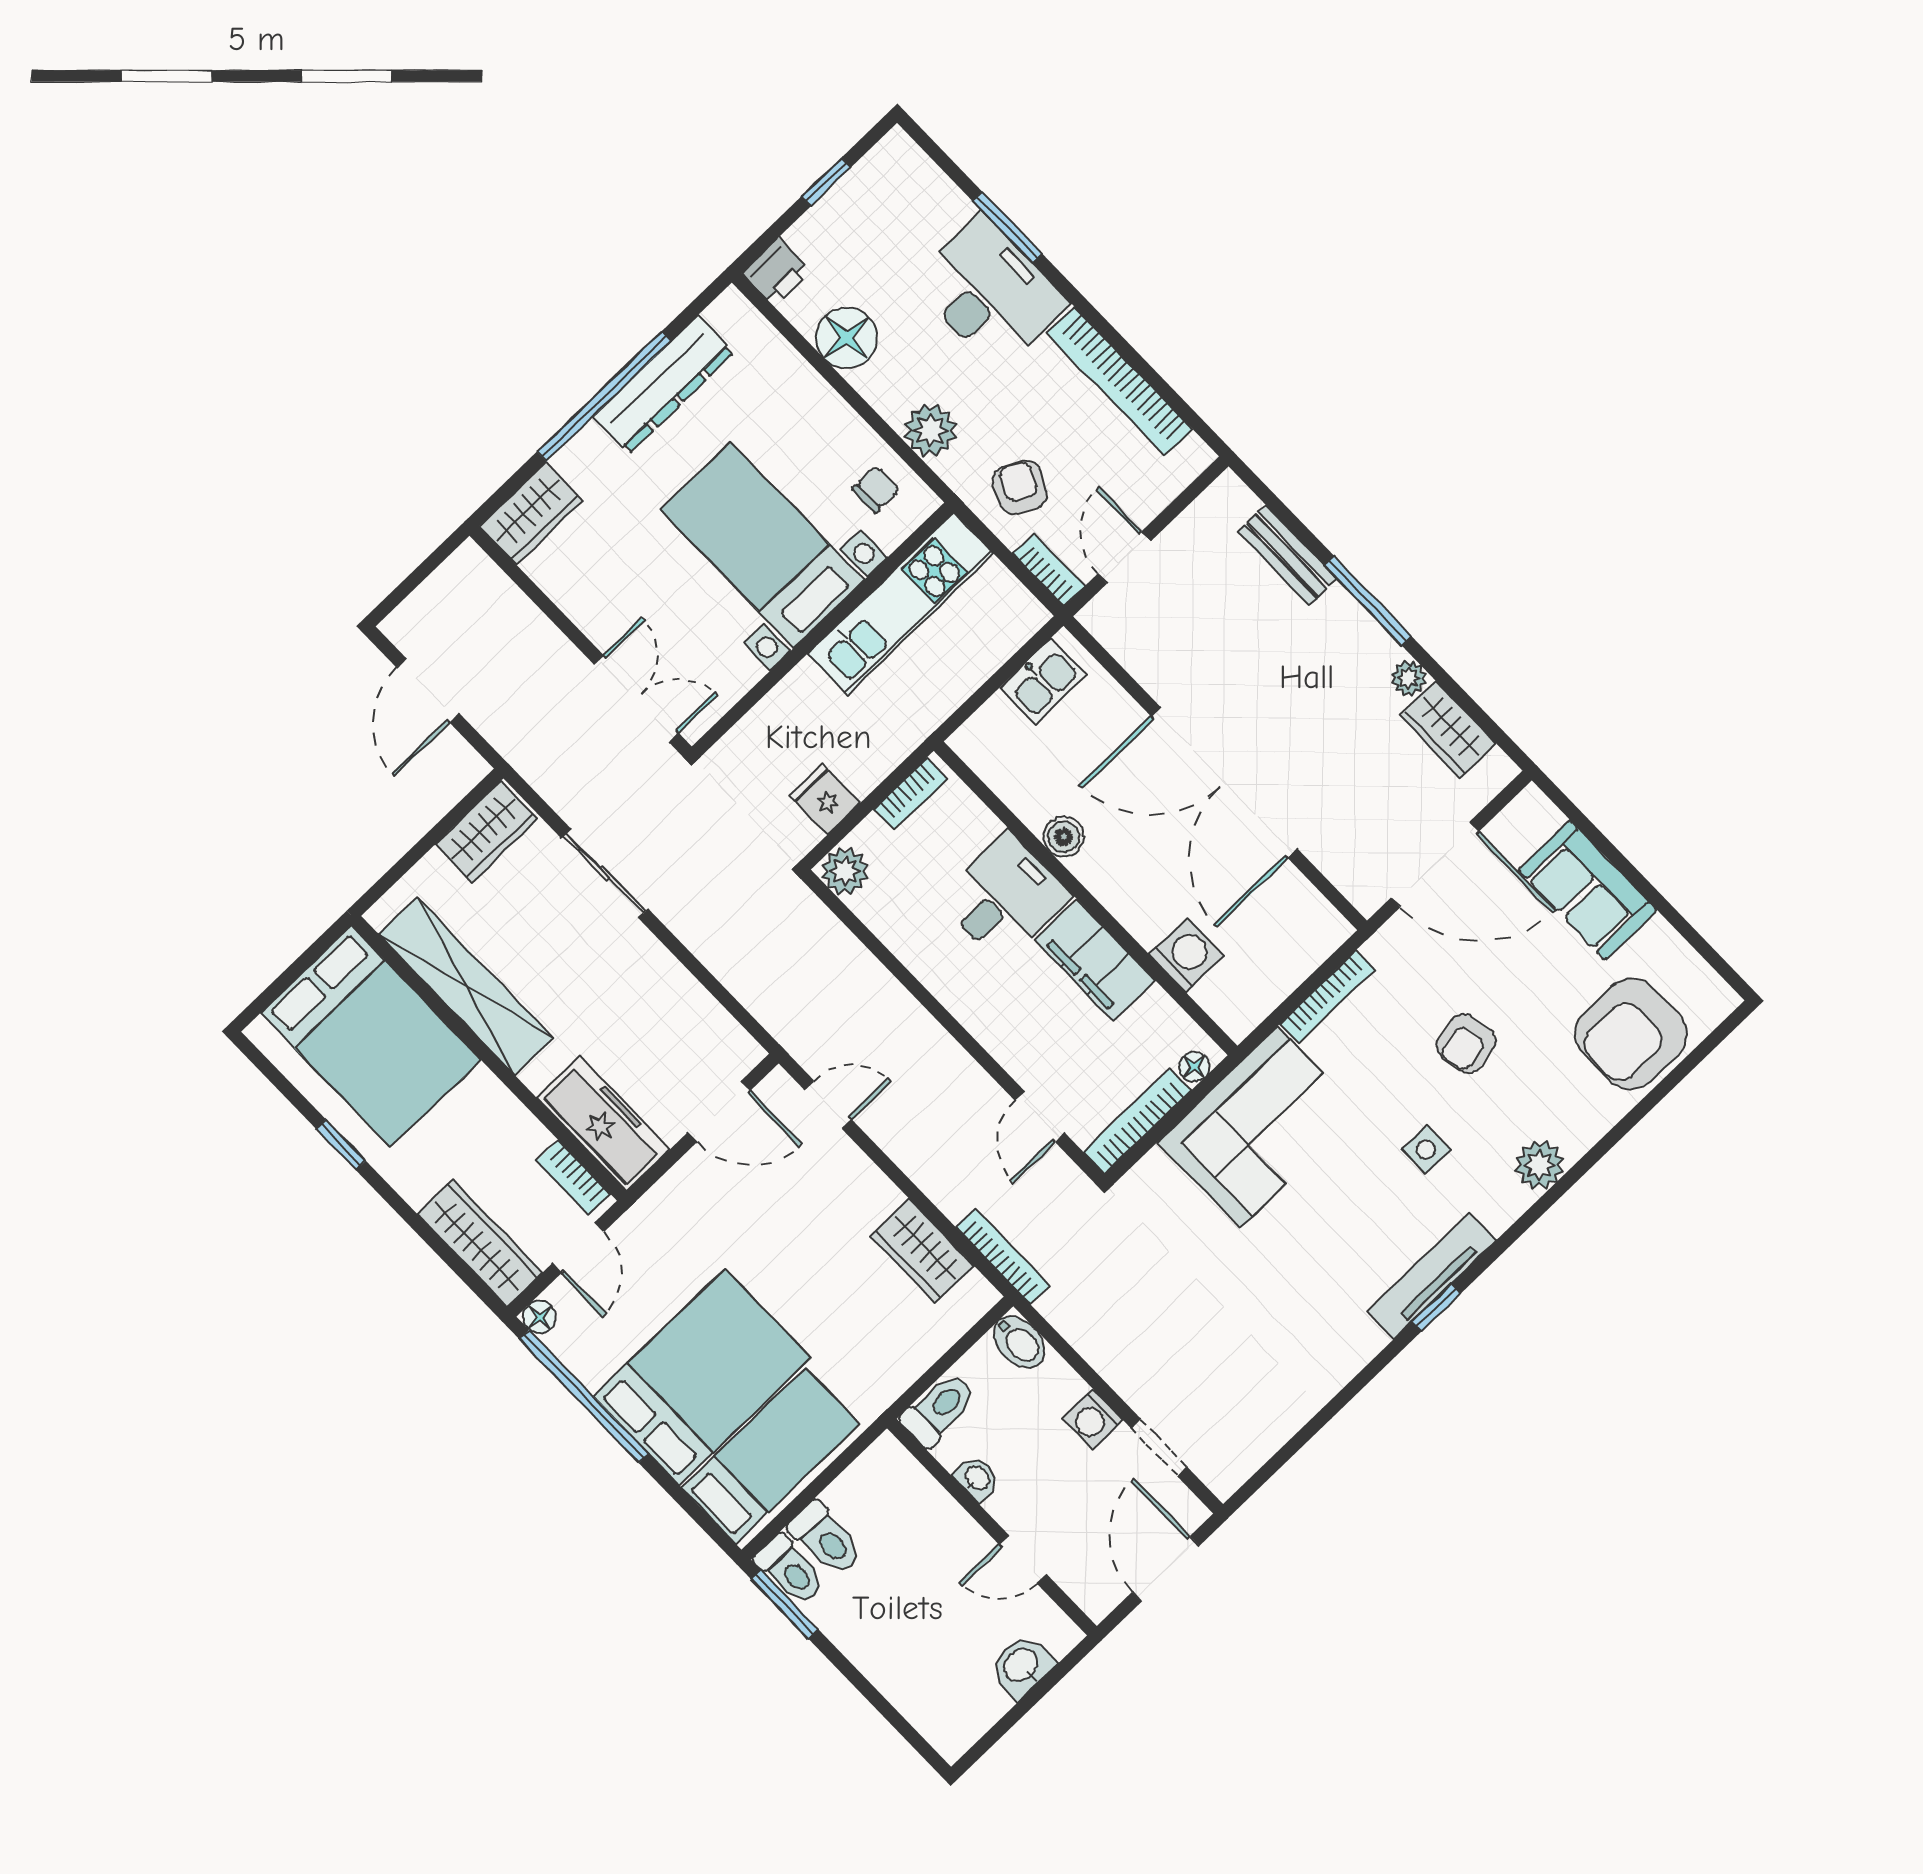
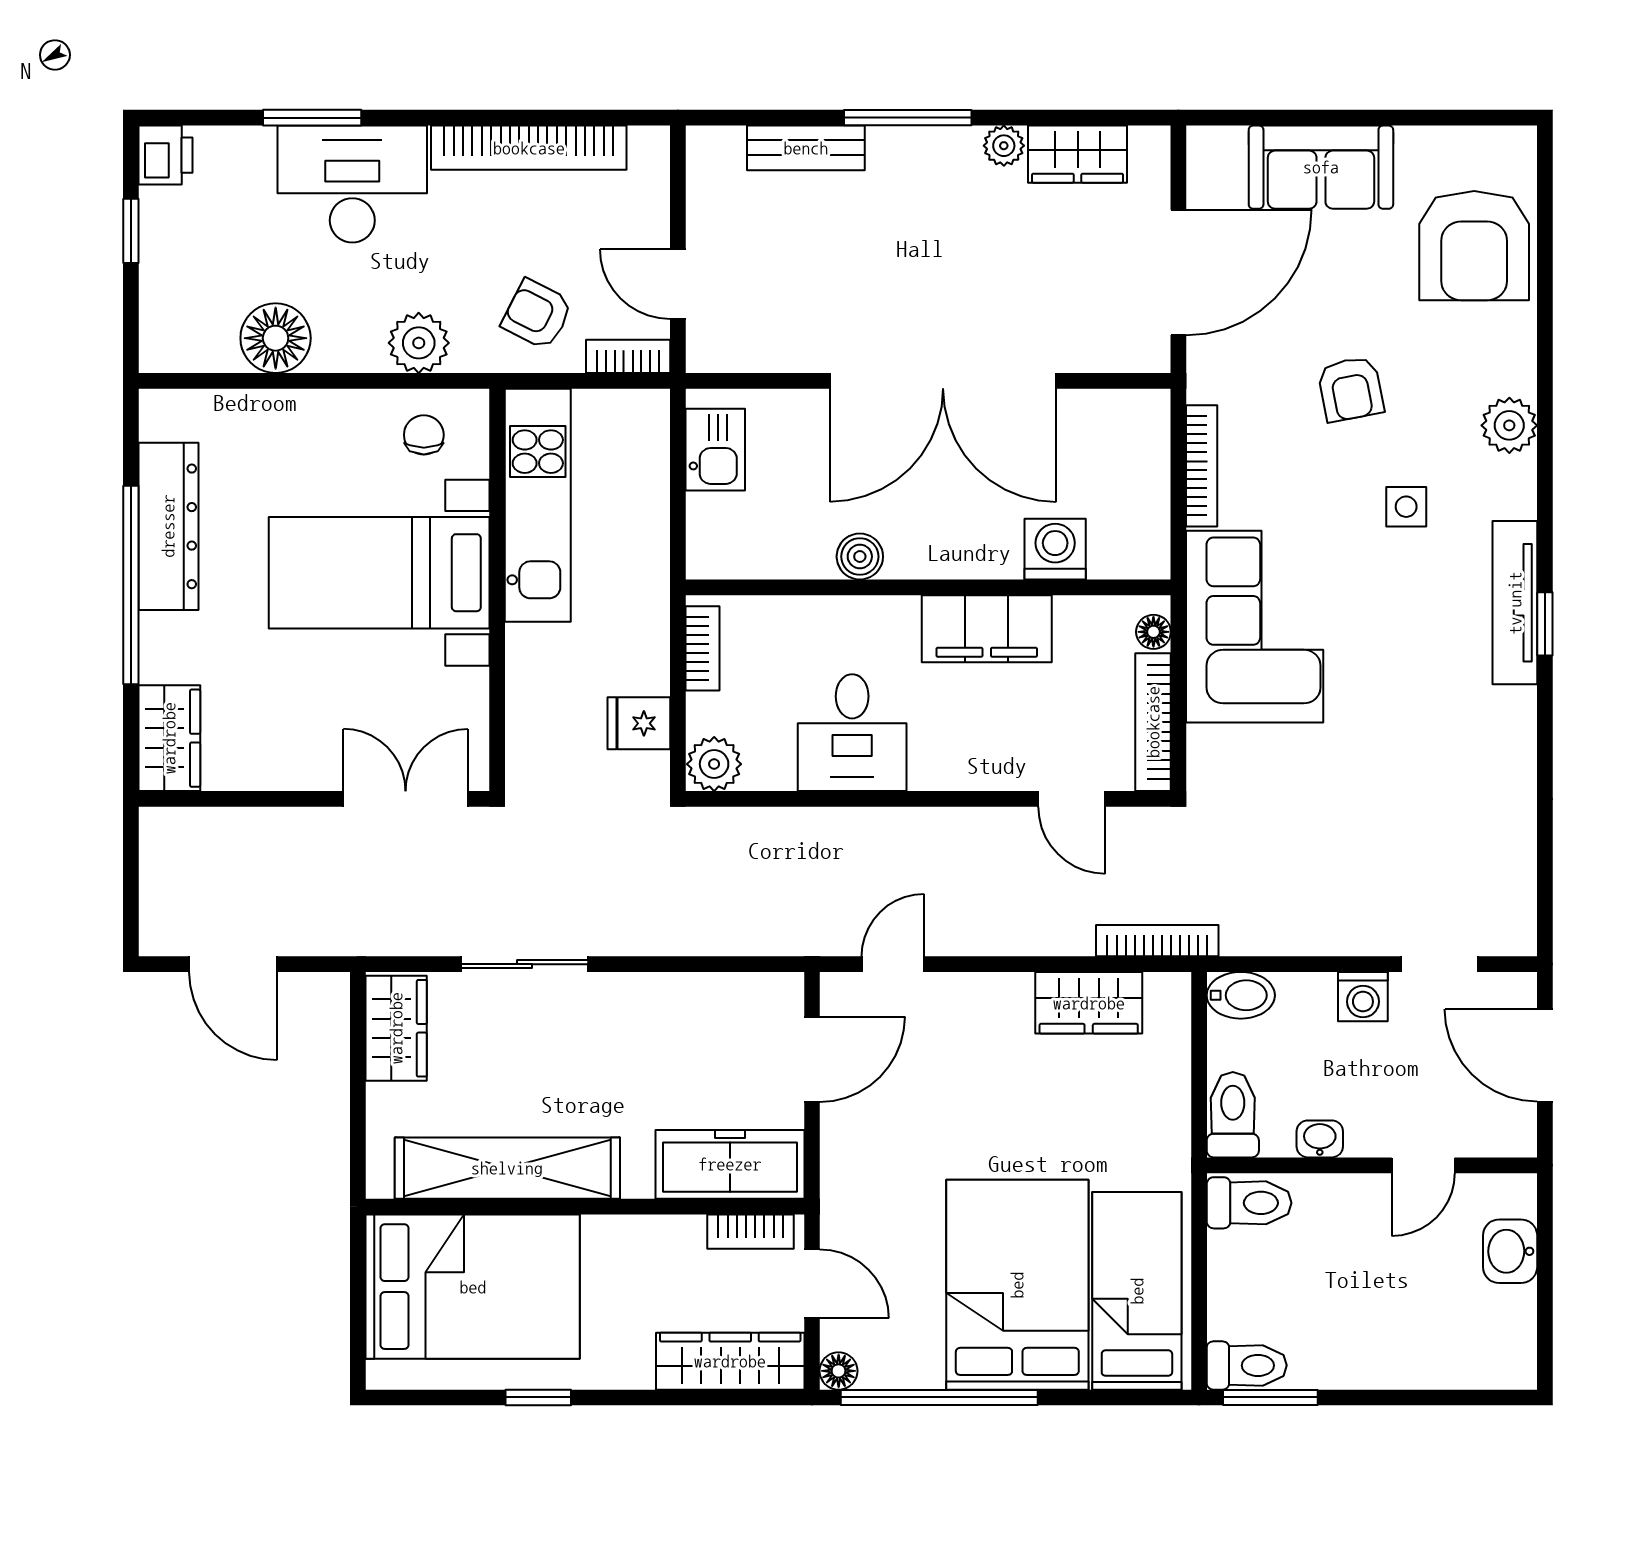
printer: (776, 272) -> (165, 155), moved
desk: (1005, 898) -> (852, 733), moved, turned 180
toilet: (826, 1539) -> (1249, 1203), moved

